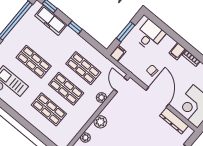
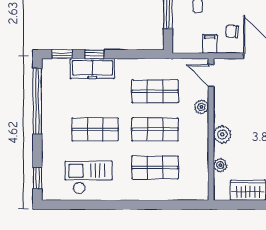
freezer: (51, 20) -> (92, 68), moved
window: (75, 27) -> (94, 54), moved
filing cabinet: (118, 53) -> (210, 44), moved

